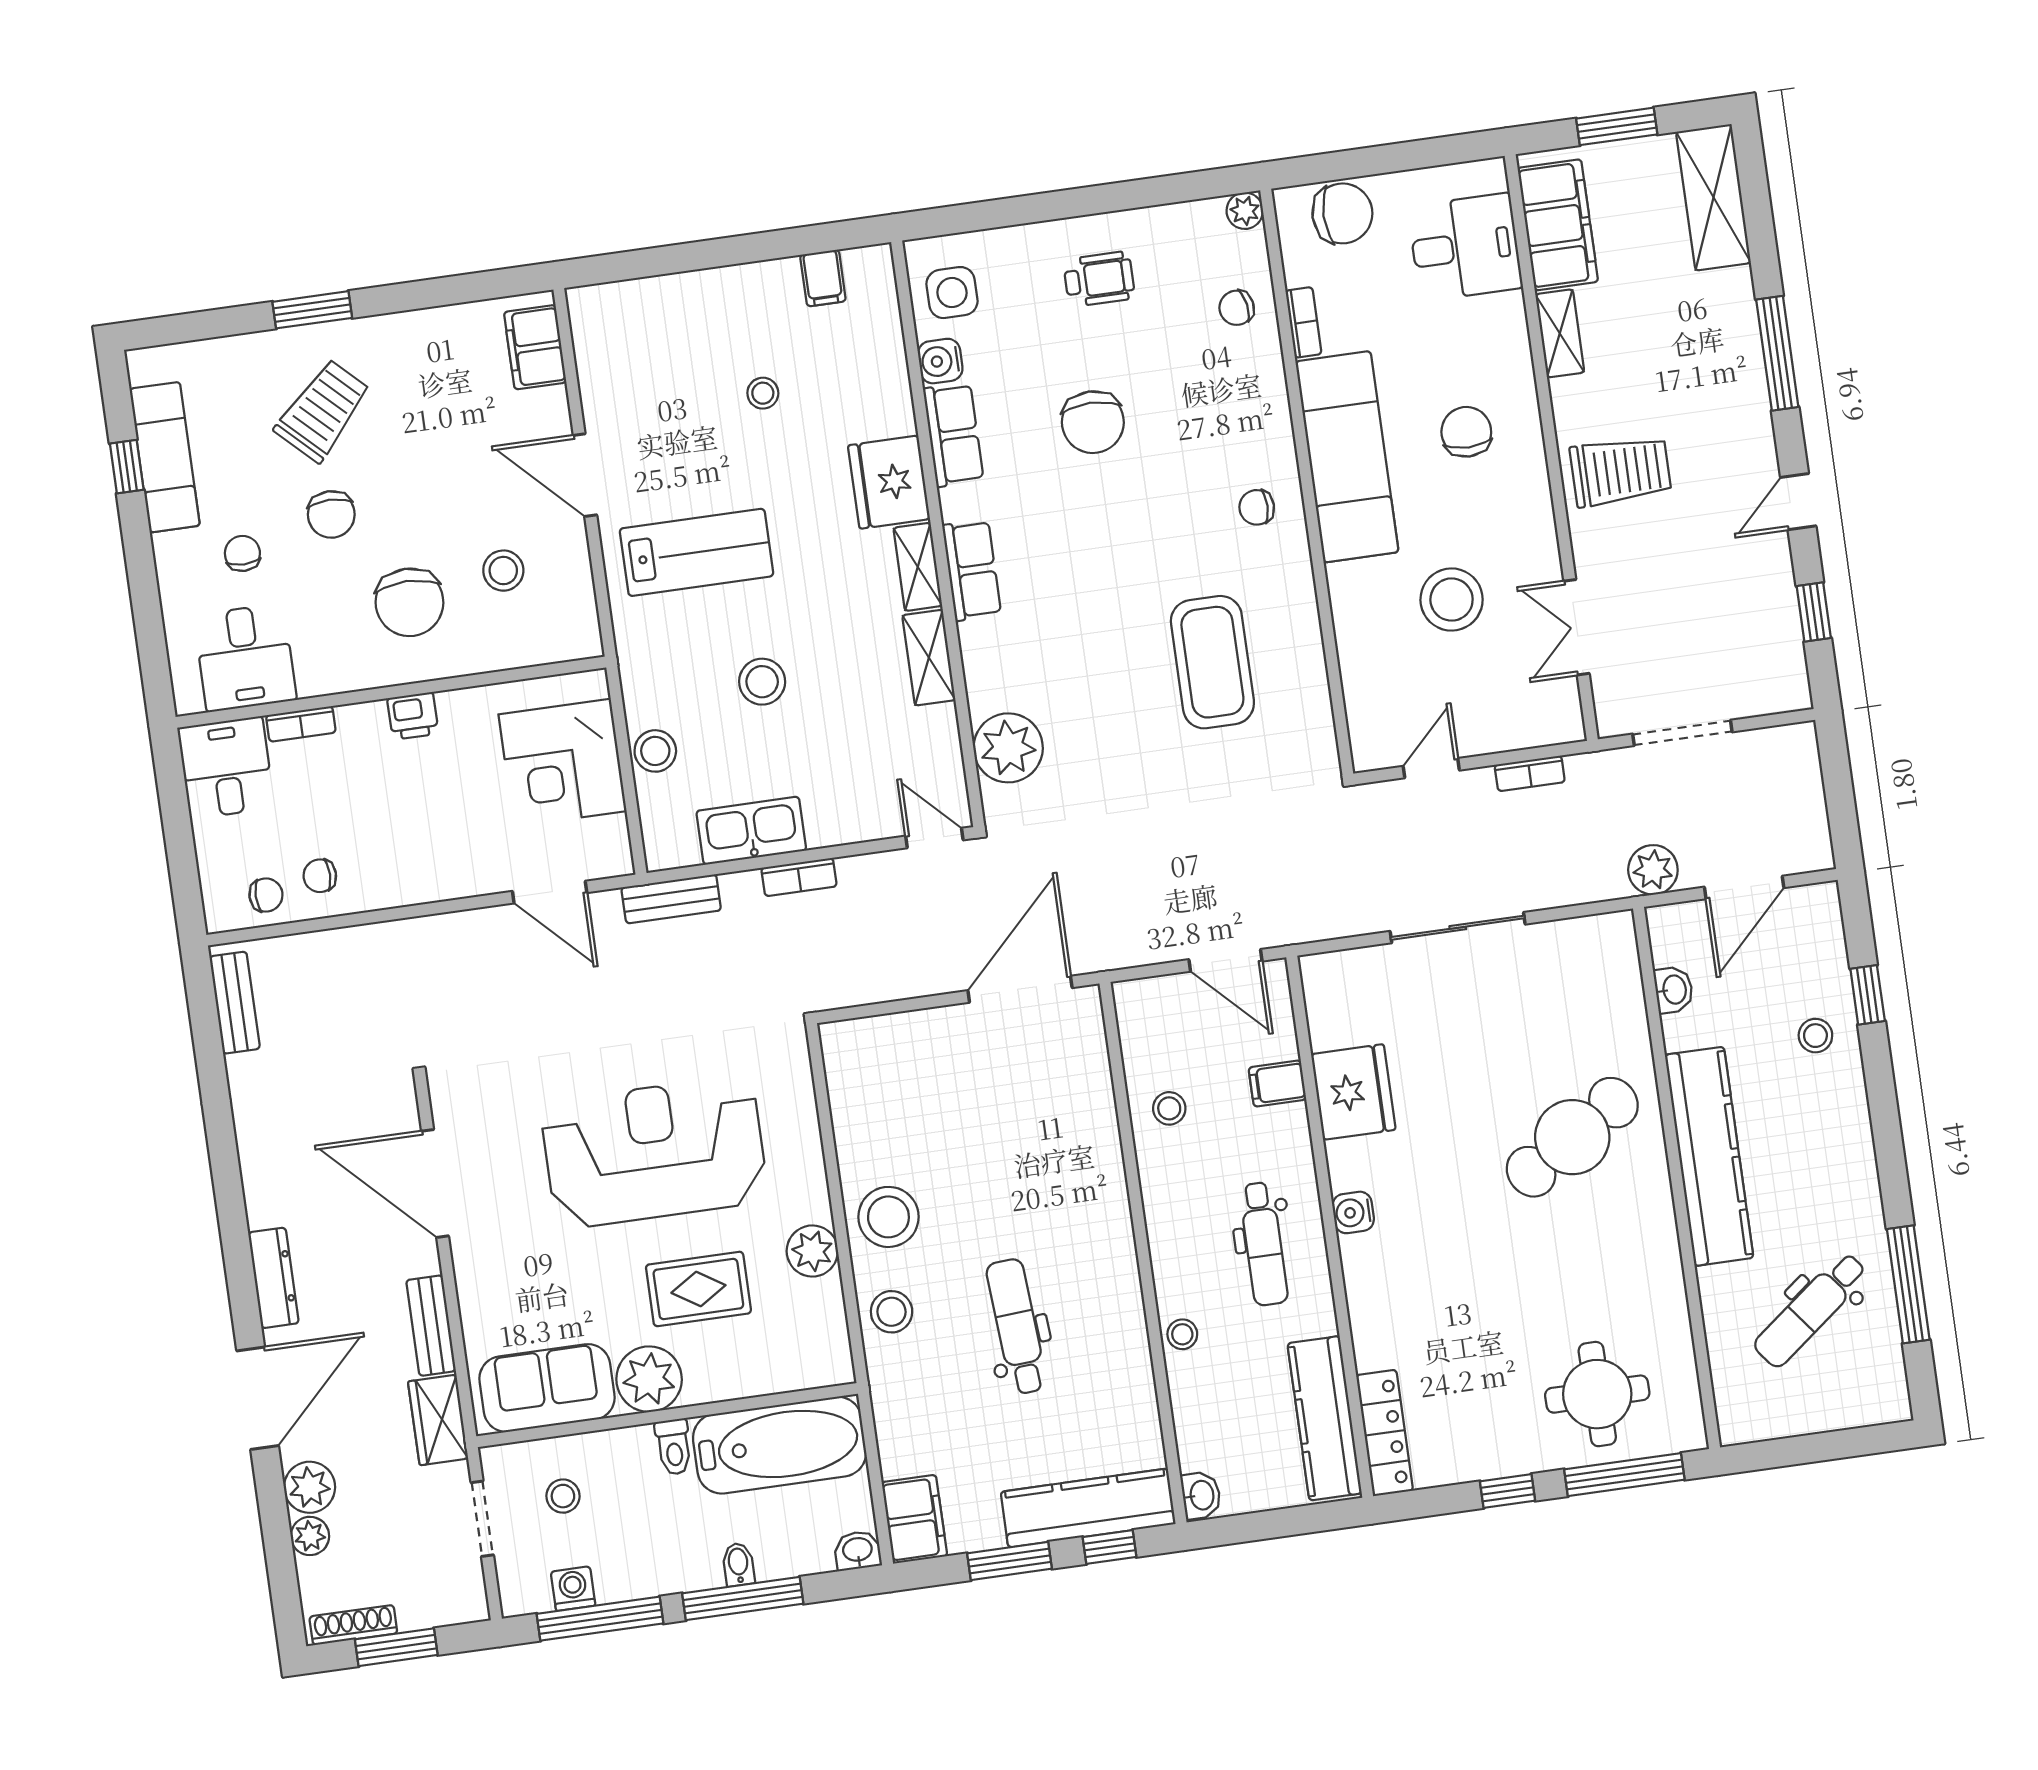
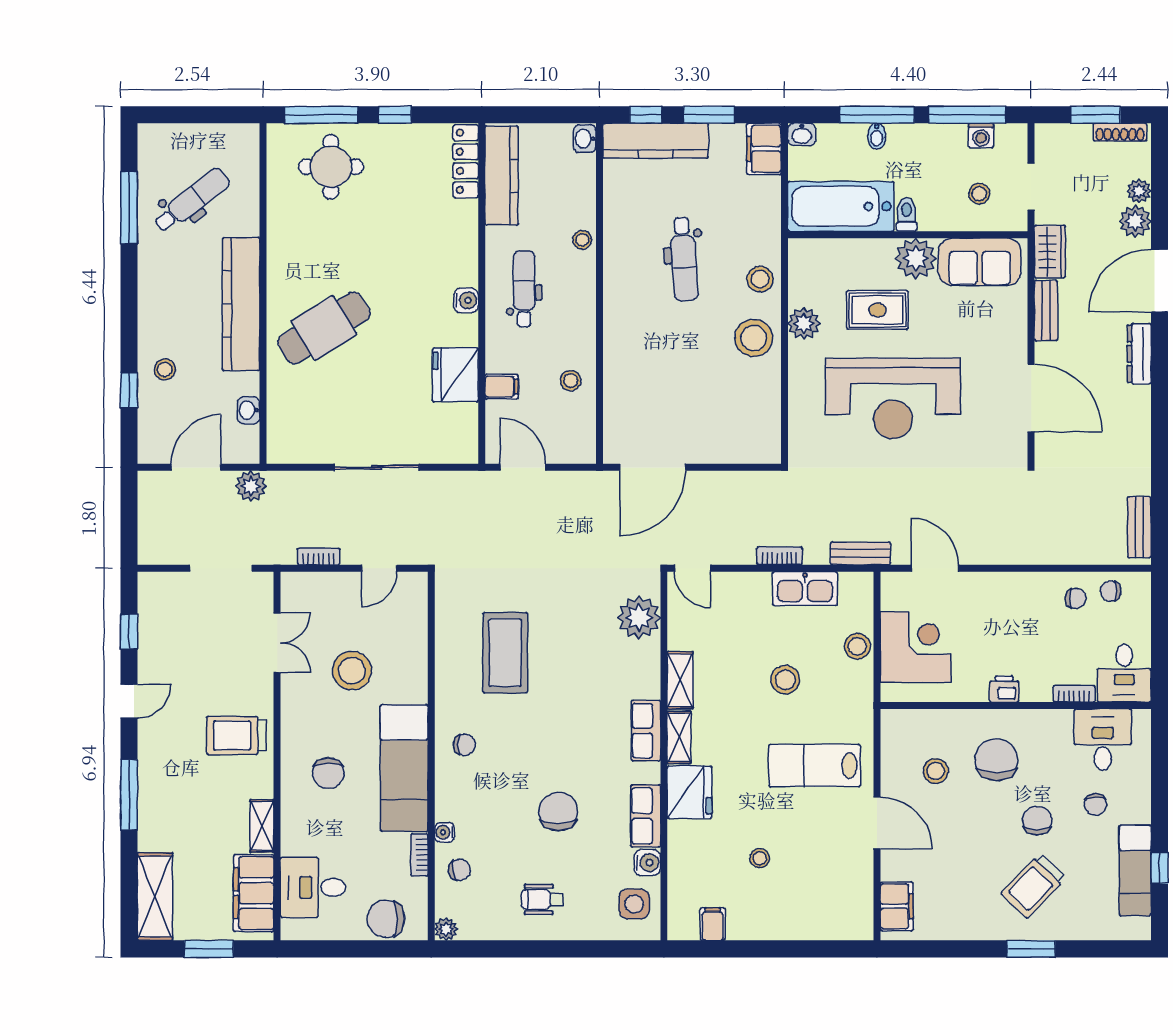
water cooler: (1269, 364) -> (445, 832), added

